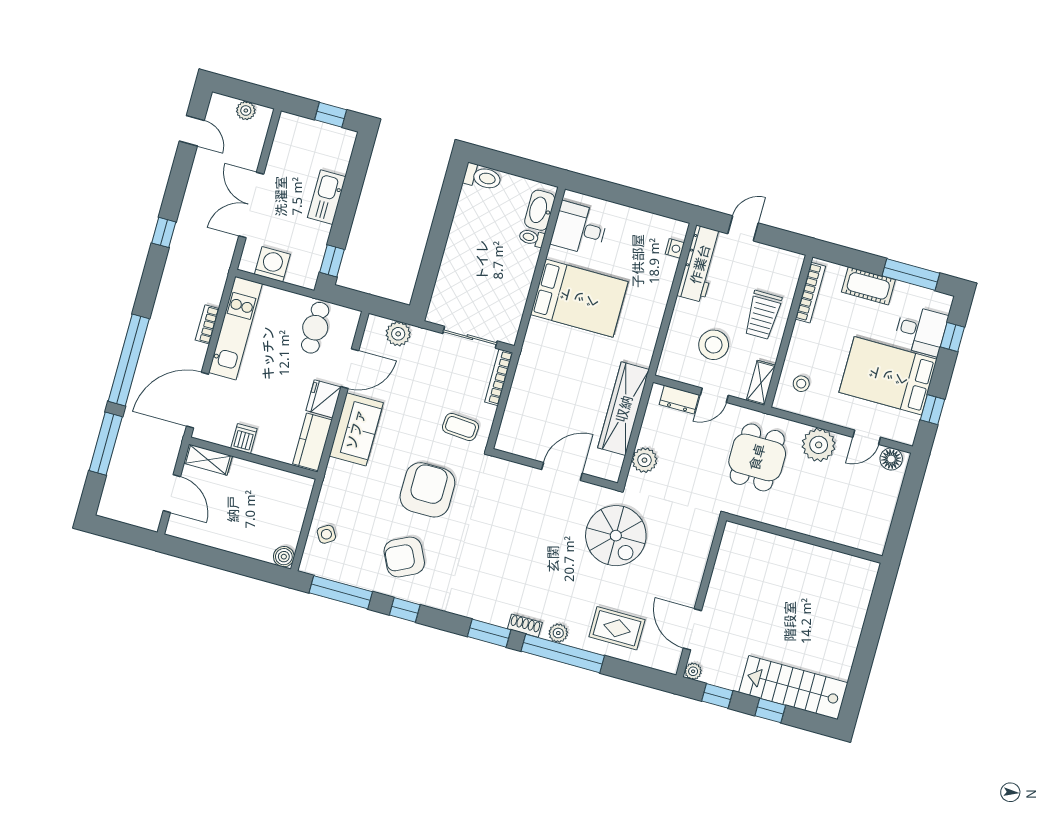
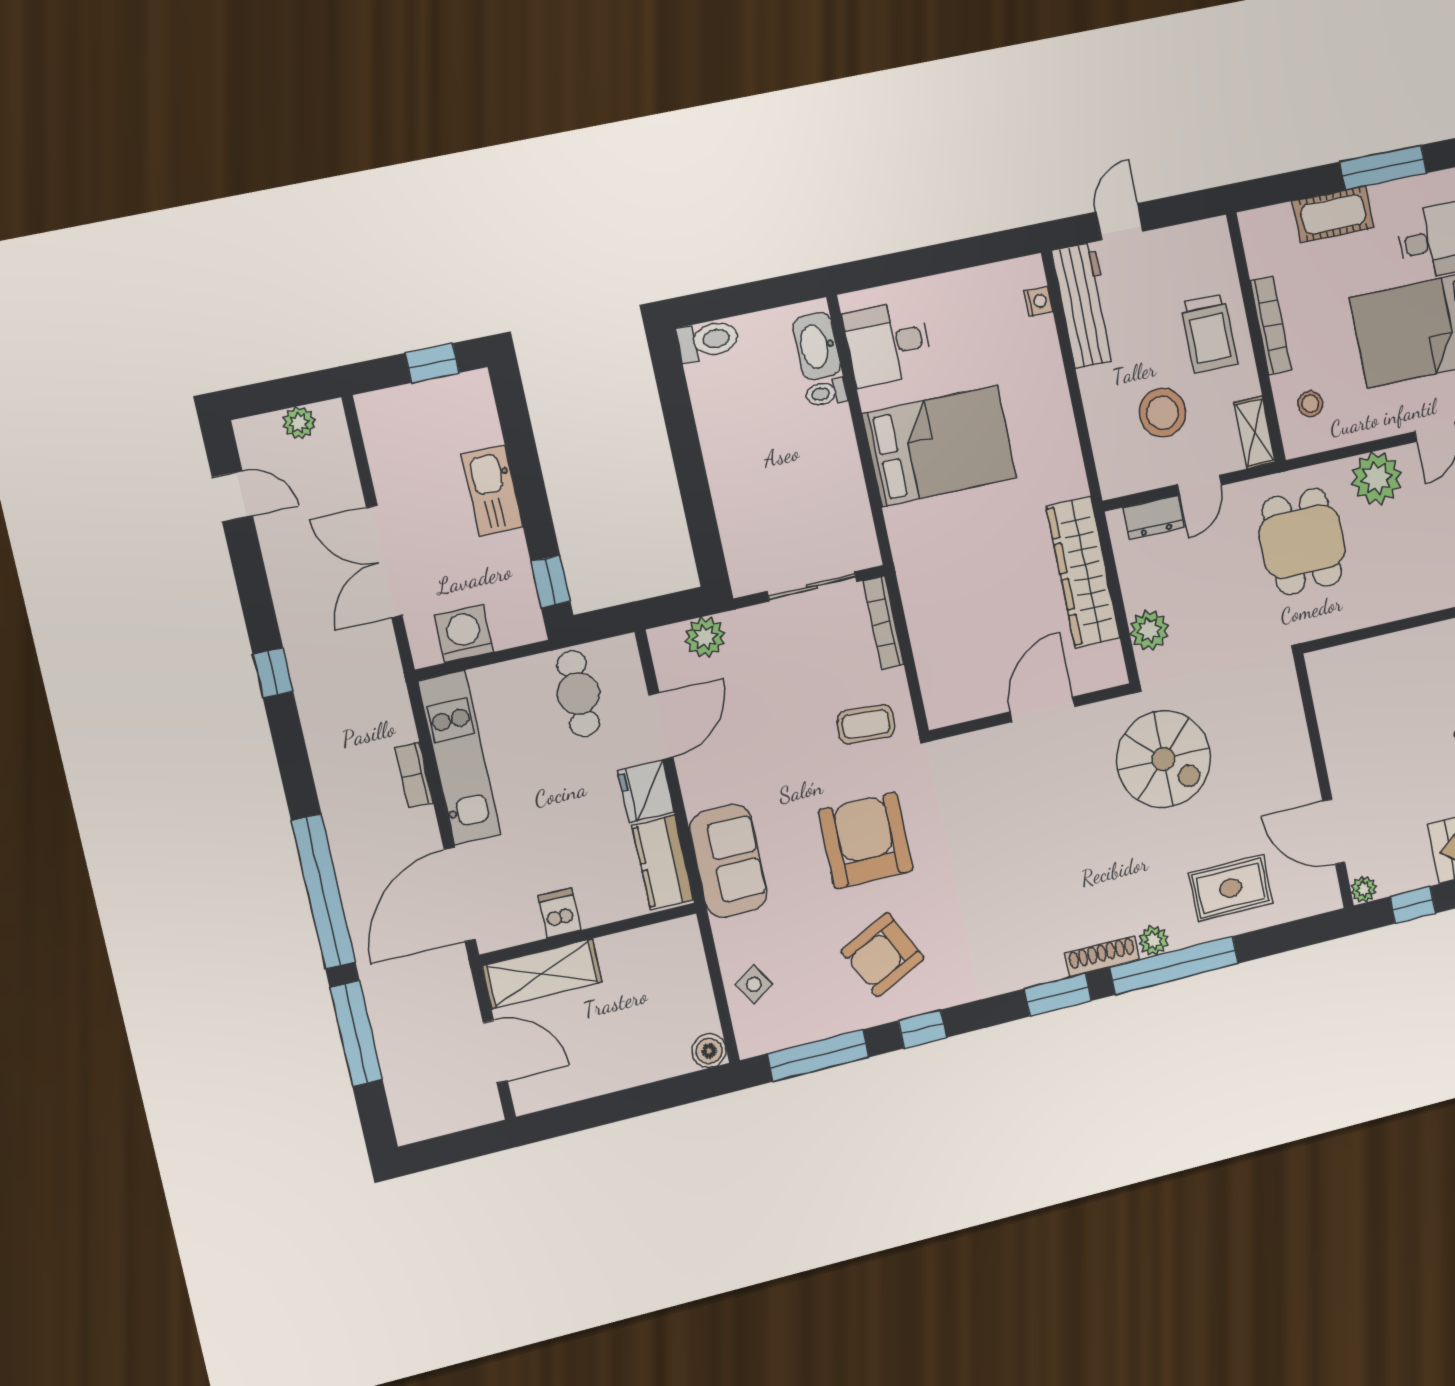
bookcase: (810, 293) -> (1271, 326), moved
sofa: (356, 429) -> (728, 861), moved
shelving: (208, 460) -> (542, 974), width x1.50, depth x1.33
shoe rack: (525, 626) -> (1102, 956), width x1.43

